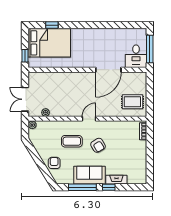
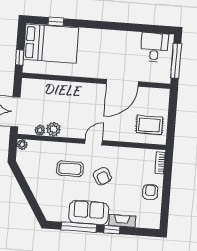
desk: (136, 56) -> (154, 47), moved, turned 180
plant: (56, 111) -> (54, 129), added
armchair: (54, 163) -> (150, 192), moved

